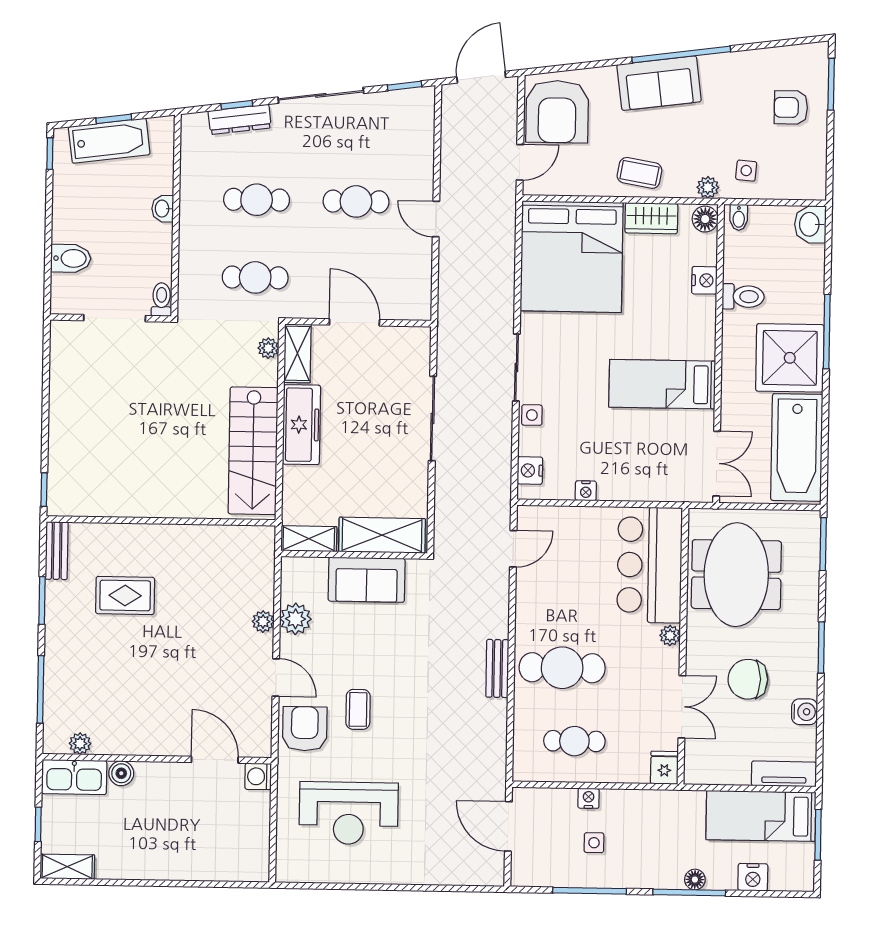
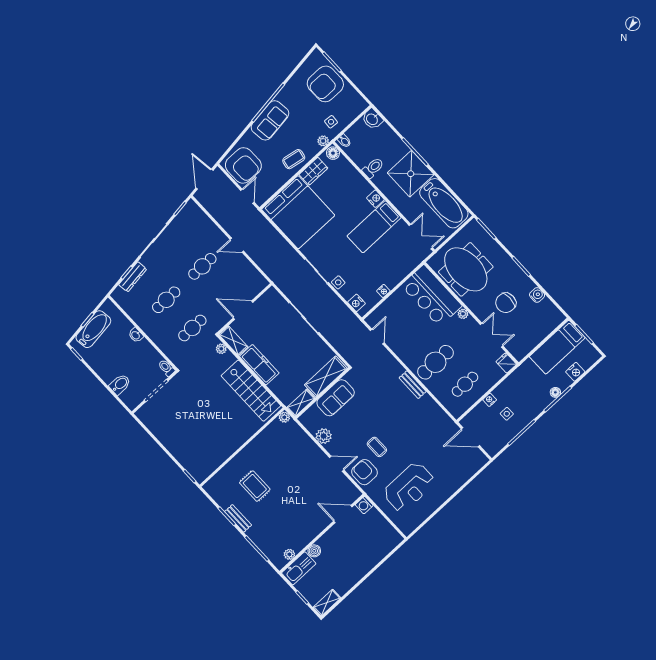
armchair: (791, 107) -> (325, 84), width x1.88, depth x1.88
nightstand: (704, 280) -> (375, 199), moved
bench: (57, 551) -> (238, 518), moved
rug: (125, 595) -> (255, 486), turned 90
plant: (263, 622) -> (284, 417), moved
tv unit: (784, 774) -> (551, 324), removed

